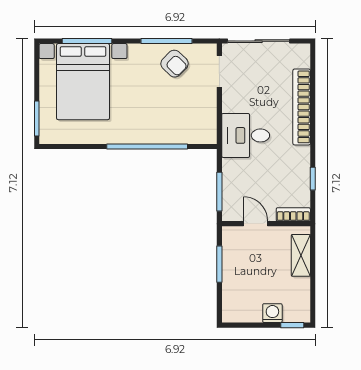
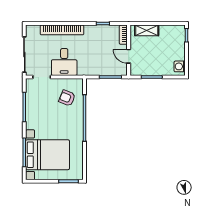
armchair: (175, 64) -> (67, 98), moved, turned -112
desk: (246, 135) -> (64, 62), moved
door: (255, 224) -> (129, 56), hinge flipped
washing machine: (272, 313) -> (180, 66), moved

